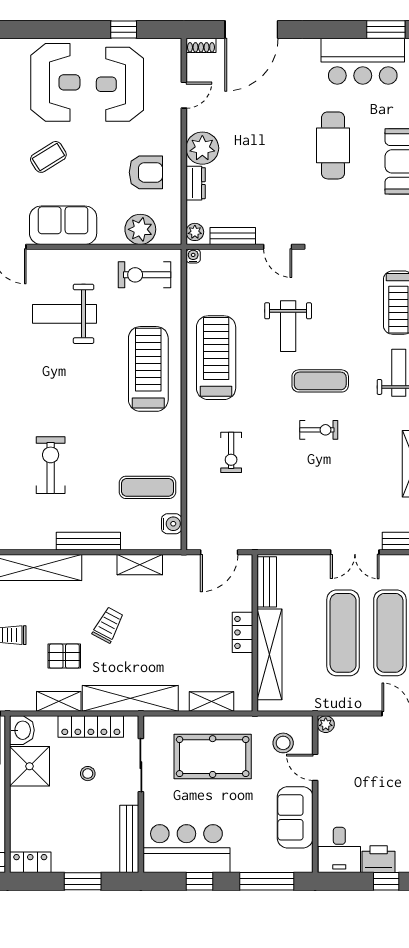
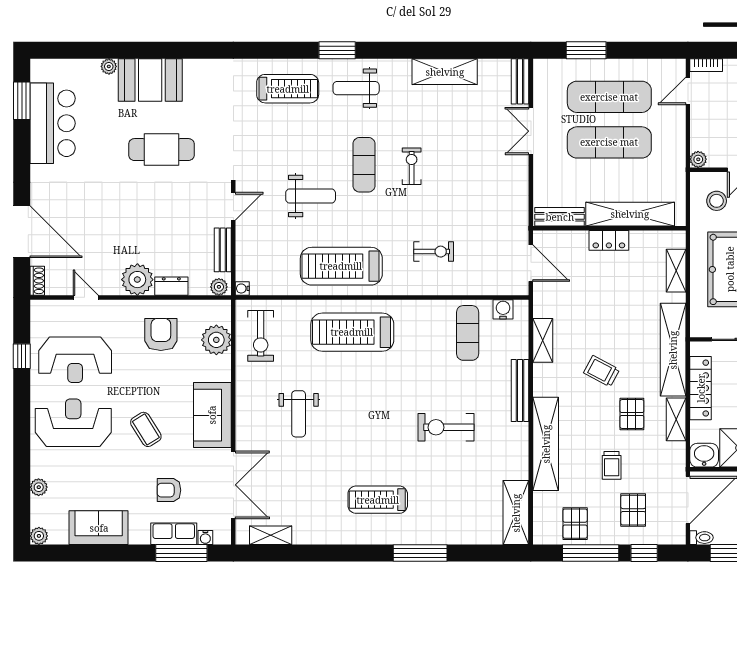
cafe table: (333, 145) -> (161, 150), moved
weight bench: (64, 314) -> (299, 414), width x0.73, depth x0.75
double door: (355, 552) -> (531, 131), swing flipped

